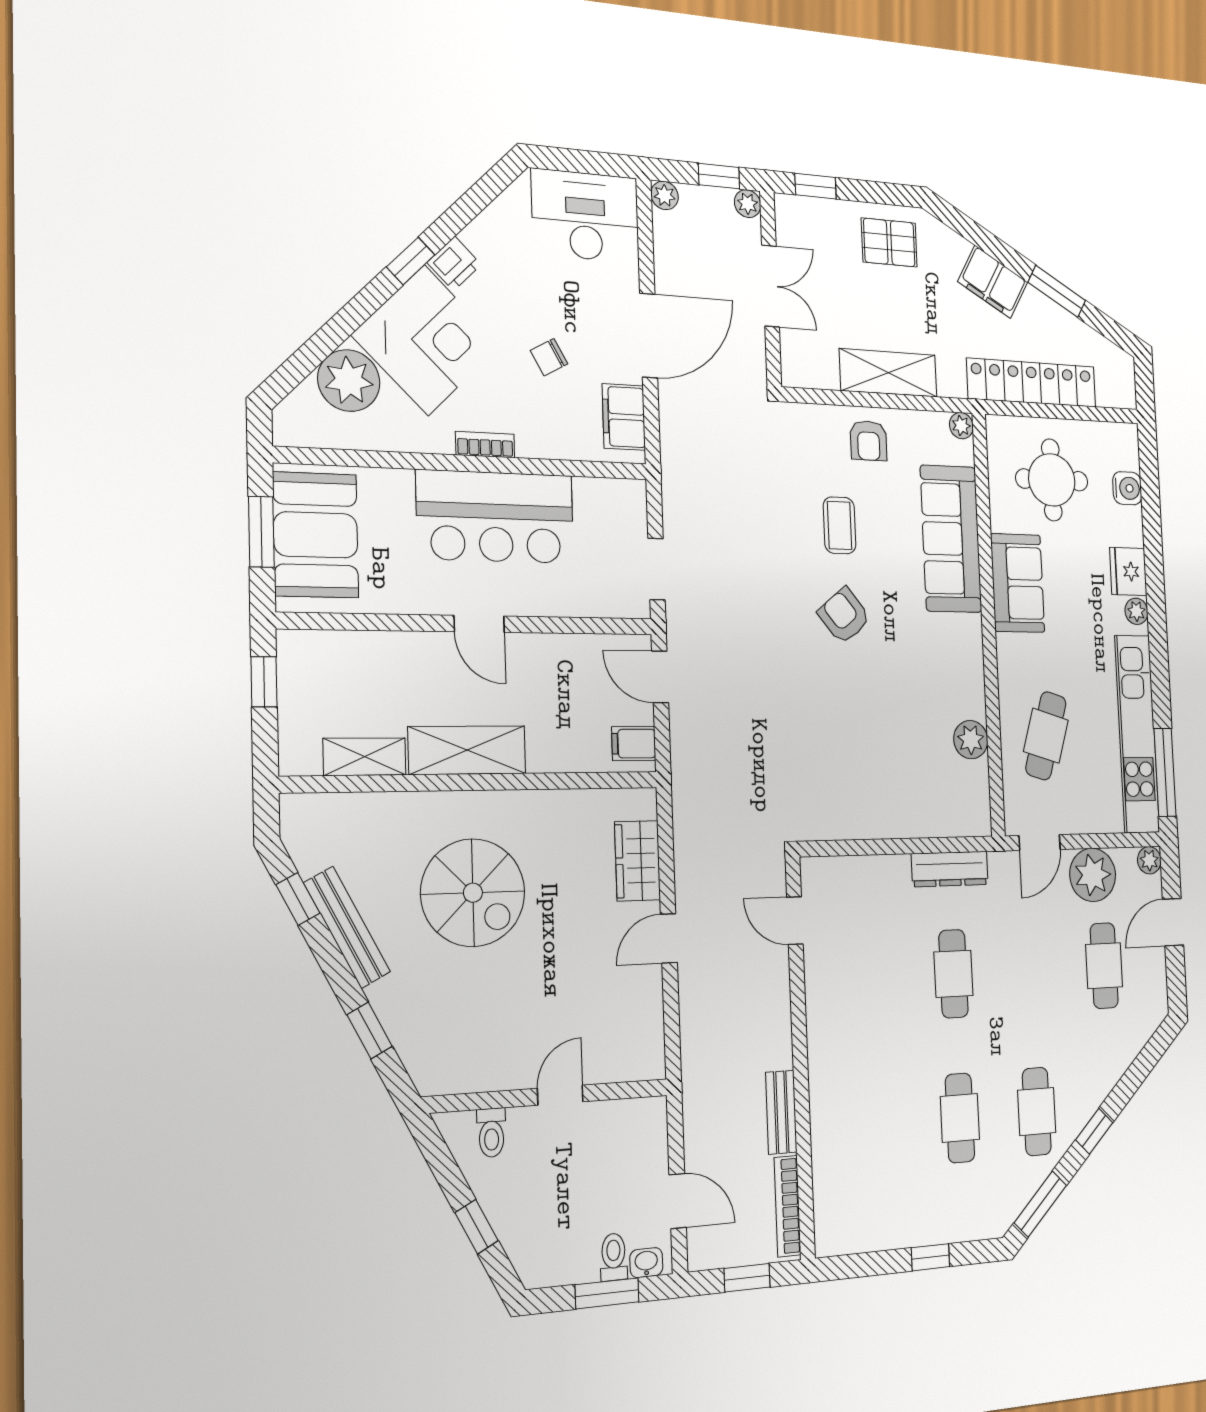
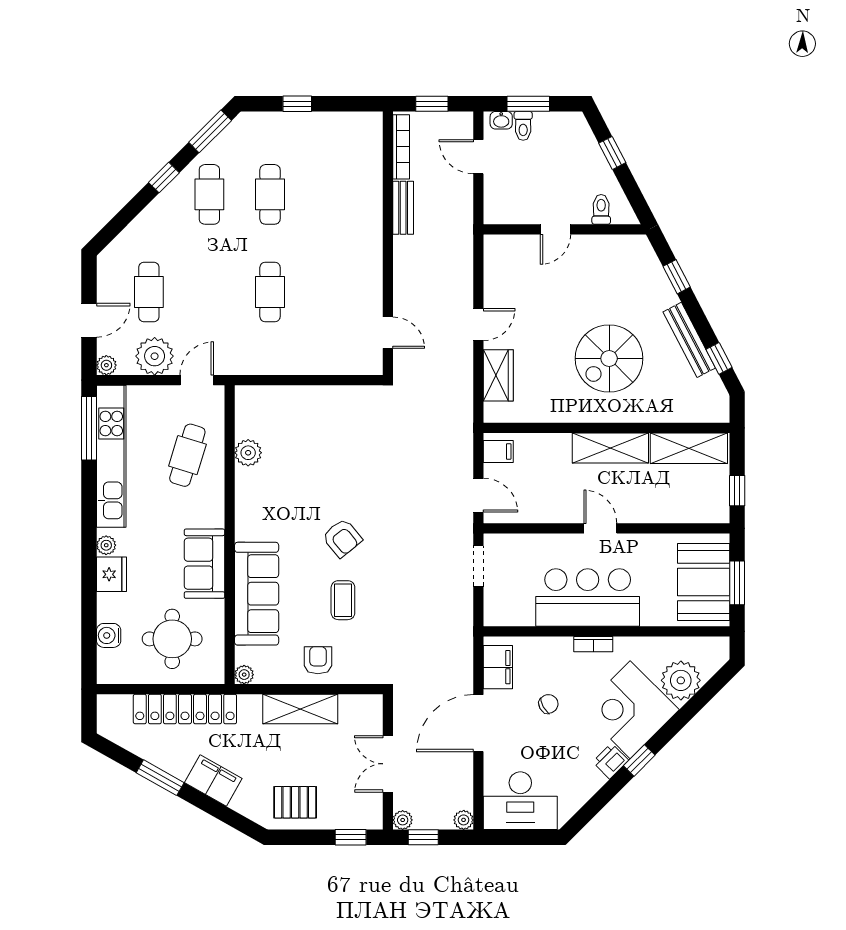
shelving: (365, 757) -> (689, 448), width x1.50, depth x1.33
dresser: (950, 869) -> (269, 364), removed
spiral stairs: (473, 893) -> (609, 358), turned -90

